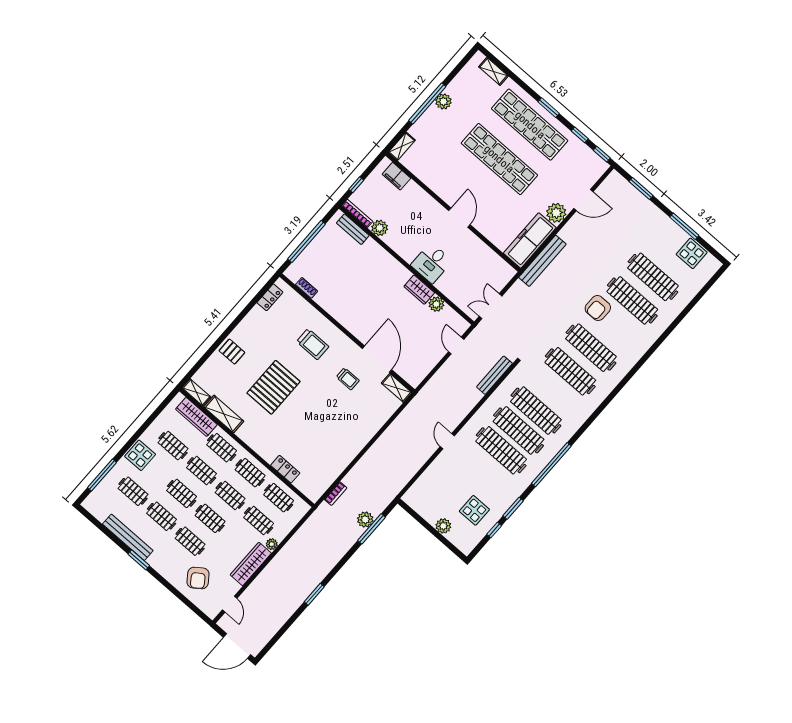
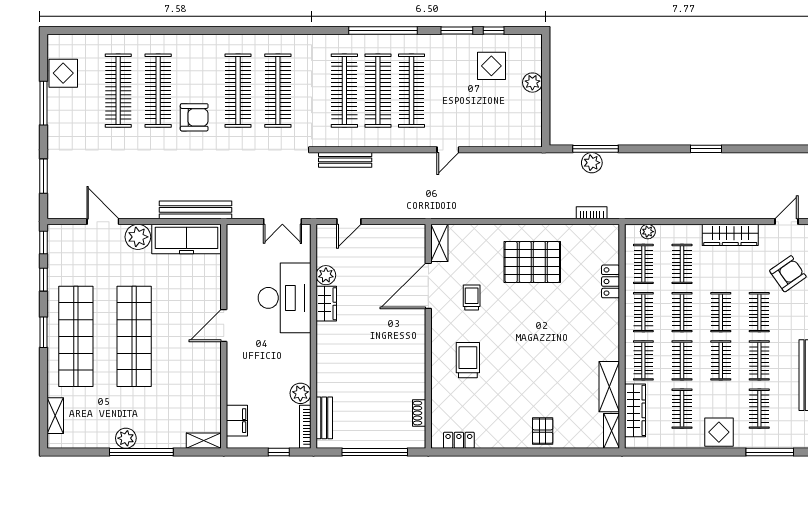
desk: (431, 263) -> (285, 298), width x1.87, depth x1.30
pallet: (274, 387) -> (532, 262), moved
plant: (272, 544) -> (648, 232), moved

